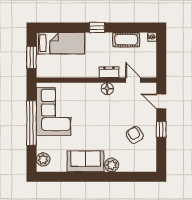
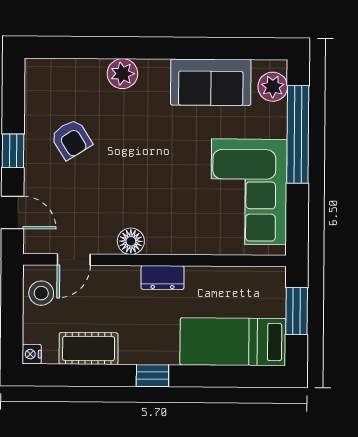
stool: (148, 65) -> (41, 293), added
dresser: (109, 72) -> (162, 278), moved
door: (133, 80) -> (74, 260), hinge flipped
window: (32, 123) -> (298, 134), moved
sofa: (86, 161) -> (211, 82), moved

